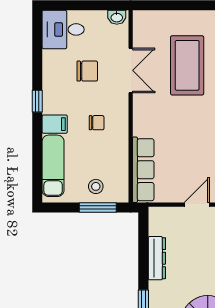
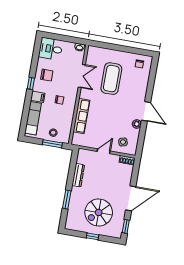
chair: (87, 71) -> (47, 75), moved
row of seats: (143, 170) -> (81, 116), moved

